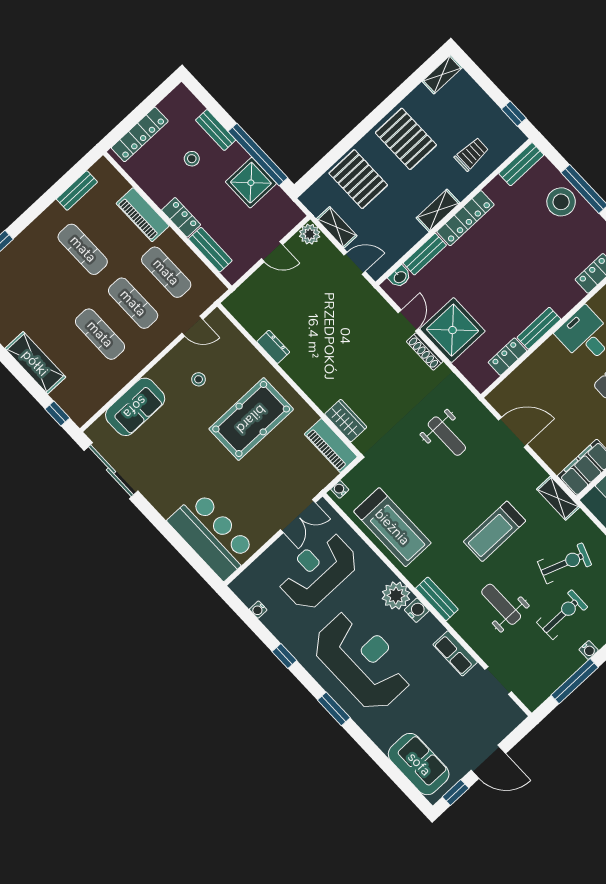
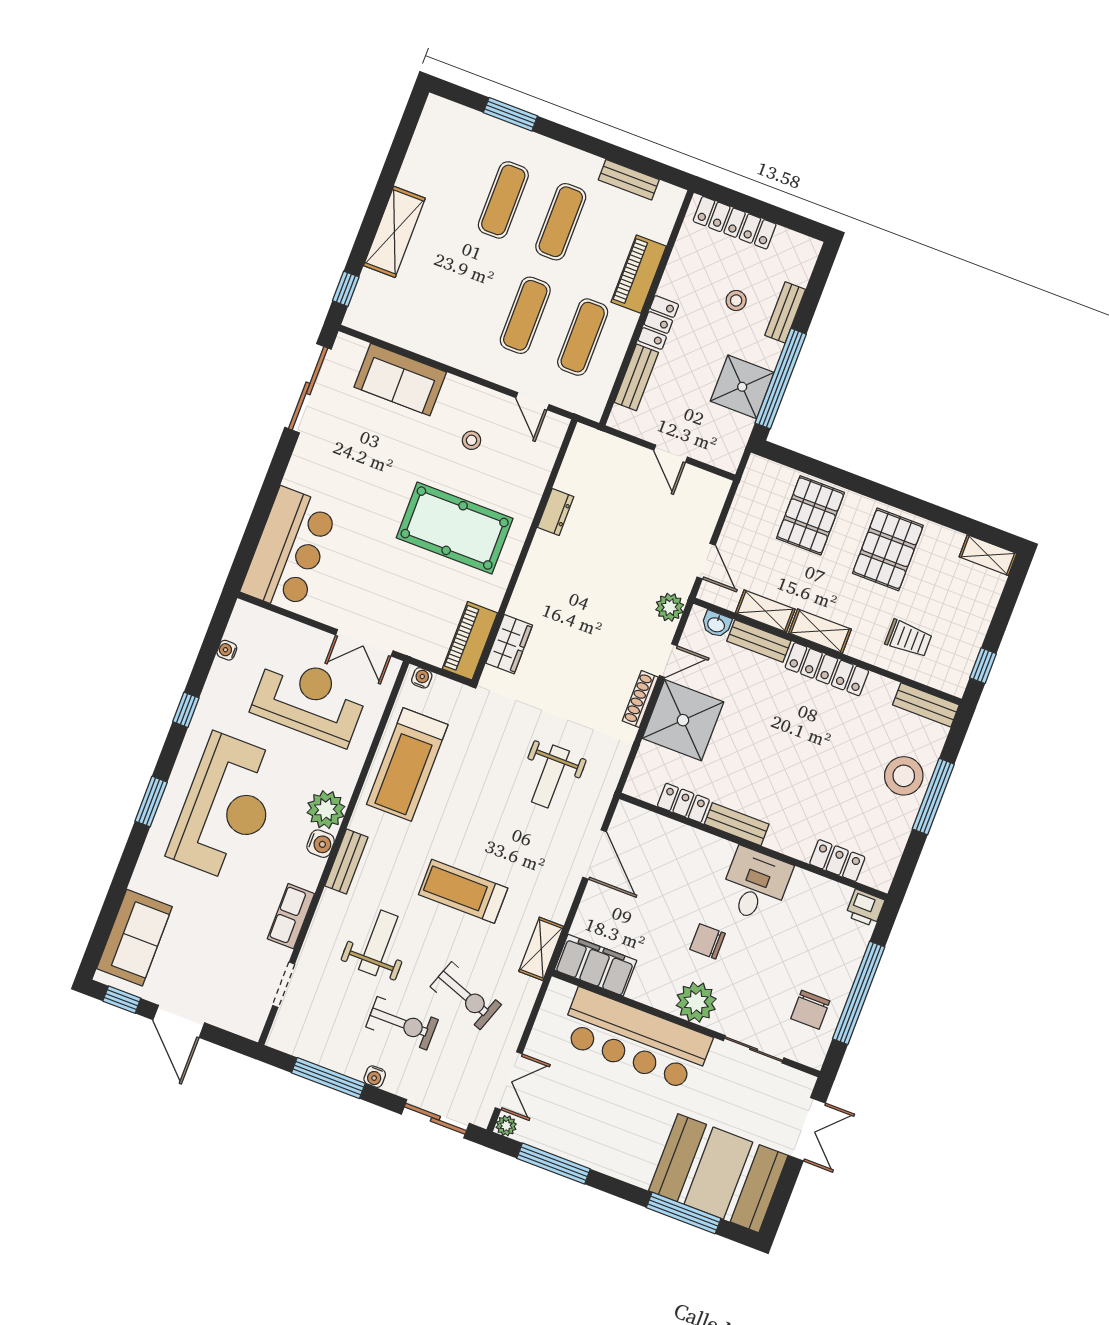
shelving: (337, 227) -> (765, 611), moved, turned 90
plant: (310, 234) -> (670, 607), moved
exercise mat: (100, 334) -> (503, 200), moved

